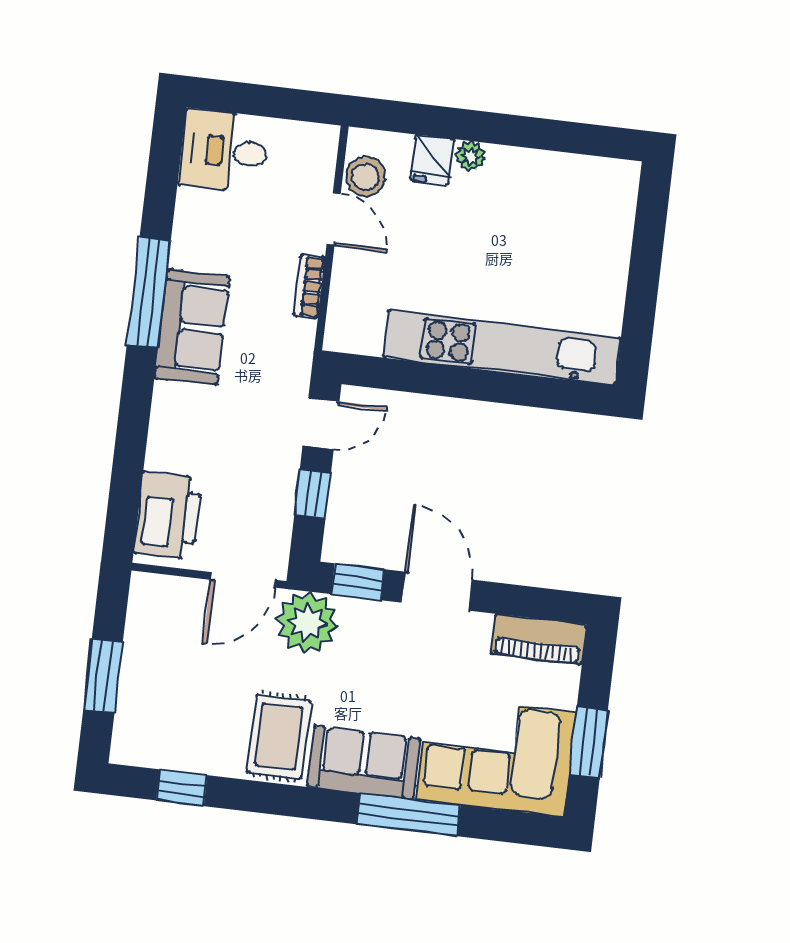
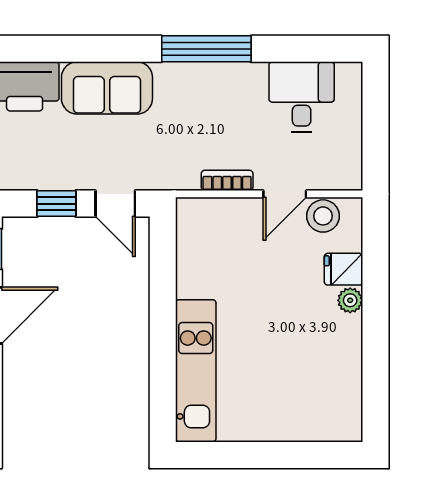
desk: (224, 151) -> (302, 97), moved
sofa: (192, 327) -> (107, 88), moved
kitchen unit: (502, 347) -> (196, 371), width x0.73

